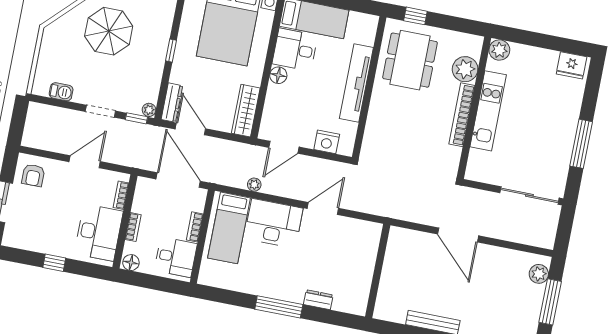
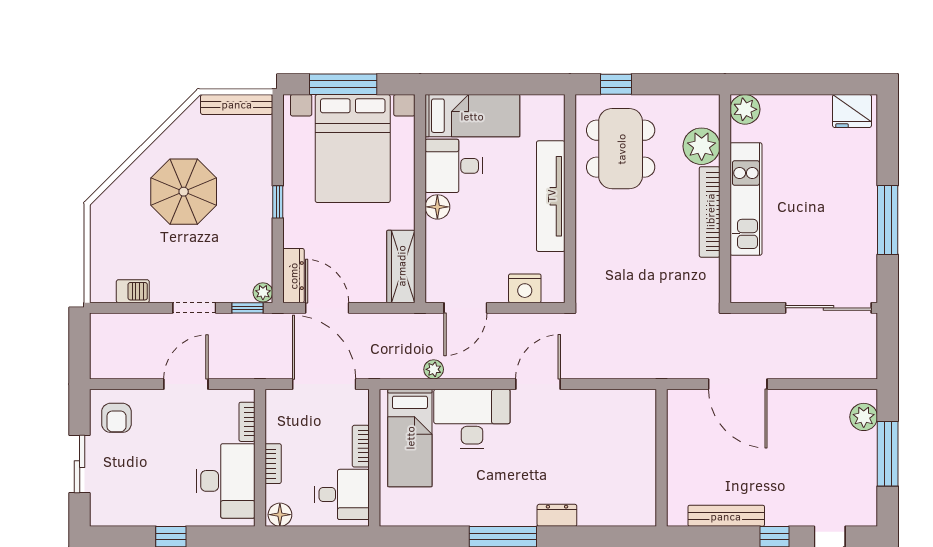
wall: (378, 271) -> (661, 458), moved

